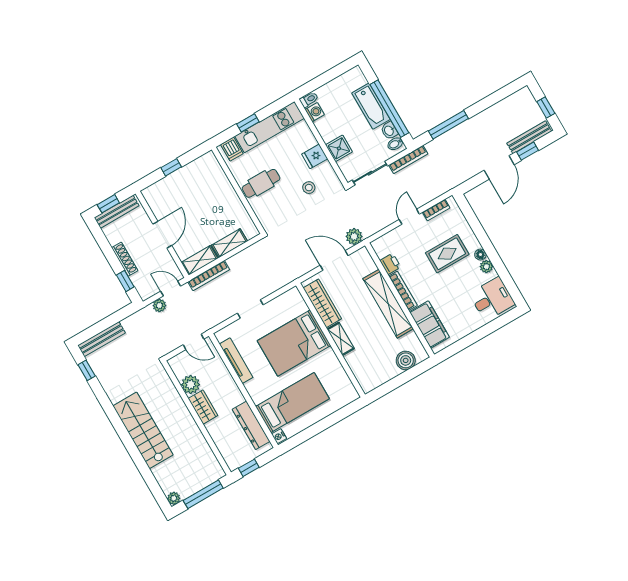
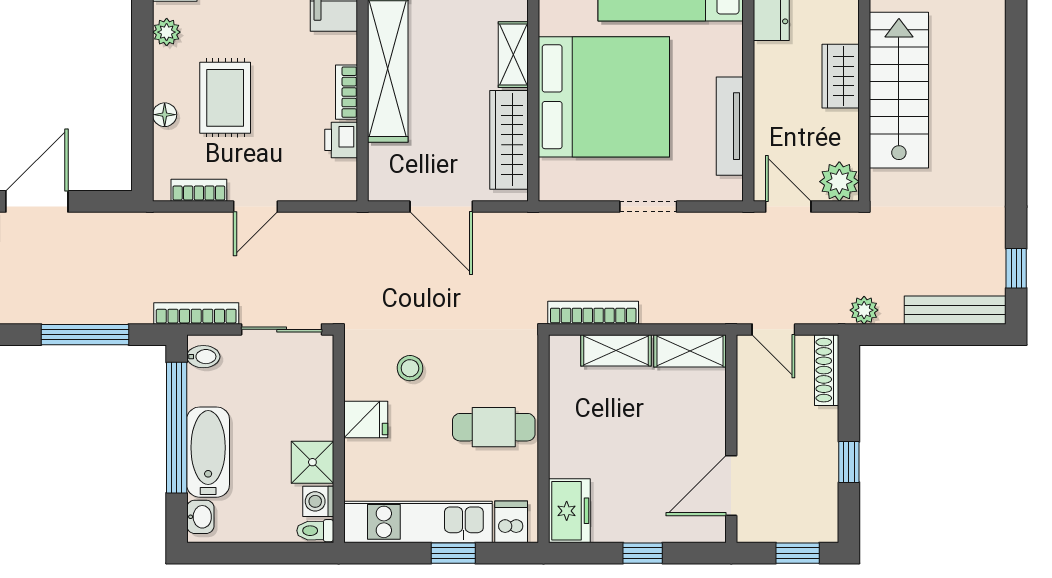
washbasin: (389, 131) -> (200, 517), moved
shower: (339, 148) -> (312, 462), moved
freezer: (211, 167) -> (569, 511), added
bench: (117, 212) -> (791, 529), removed
door: (162, 235) -> (731, 486), moved
plant: (354, 236) -> (379, 229), removed
rug: (447, 254) -> (225, 98), turned 90
floor lamp: (480, 255) -> (165, 115), moved
shoe rack: (125, 259) -> (827, 370), moved
bookcase: (209, 276) -> (593, 313), moved
window: (125, 281) -> (849, 462), moved
bookcase: (403, 291) -> (347, 92), width x0.64
plant: (159, 306) -> (864, 310), moved
bed: (294, 343) -> (604, 97), width x1.36
plant: (191, 385) -> (839, 182), moved
stairs: (143, 430) -> (899, 90), moved, turned 180

